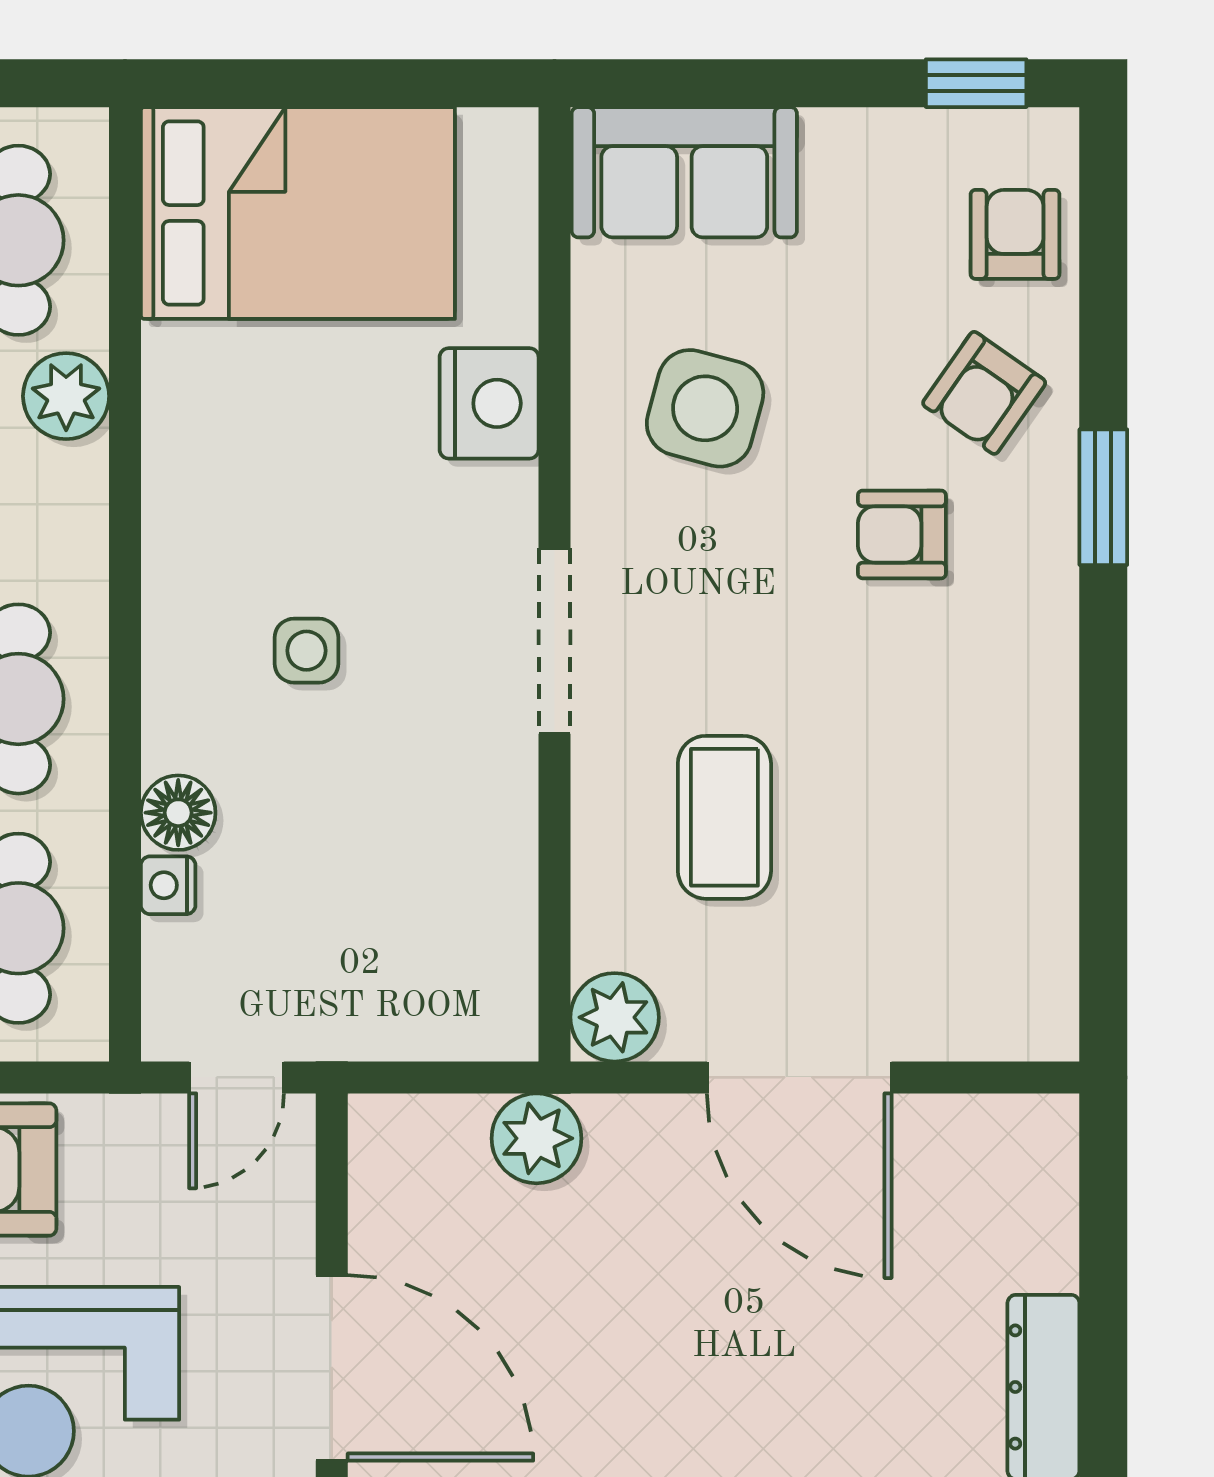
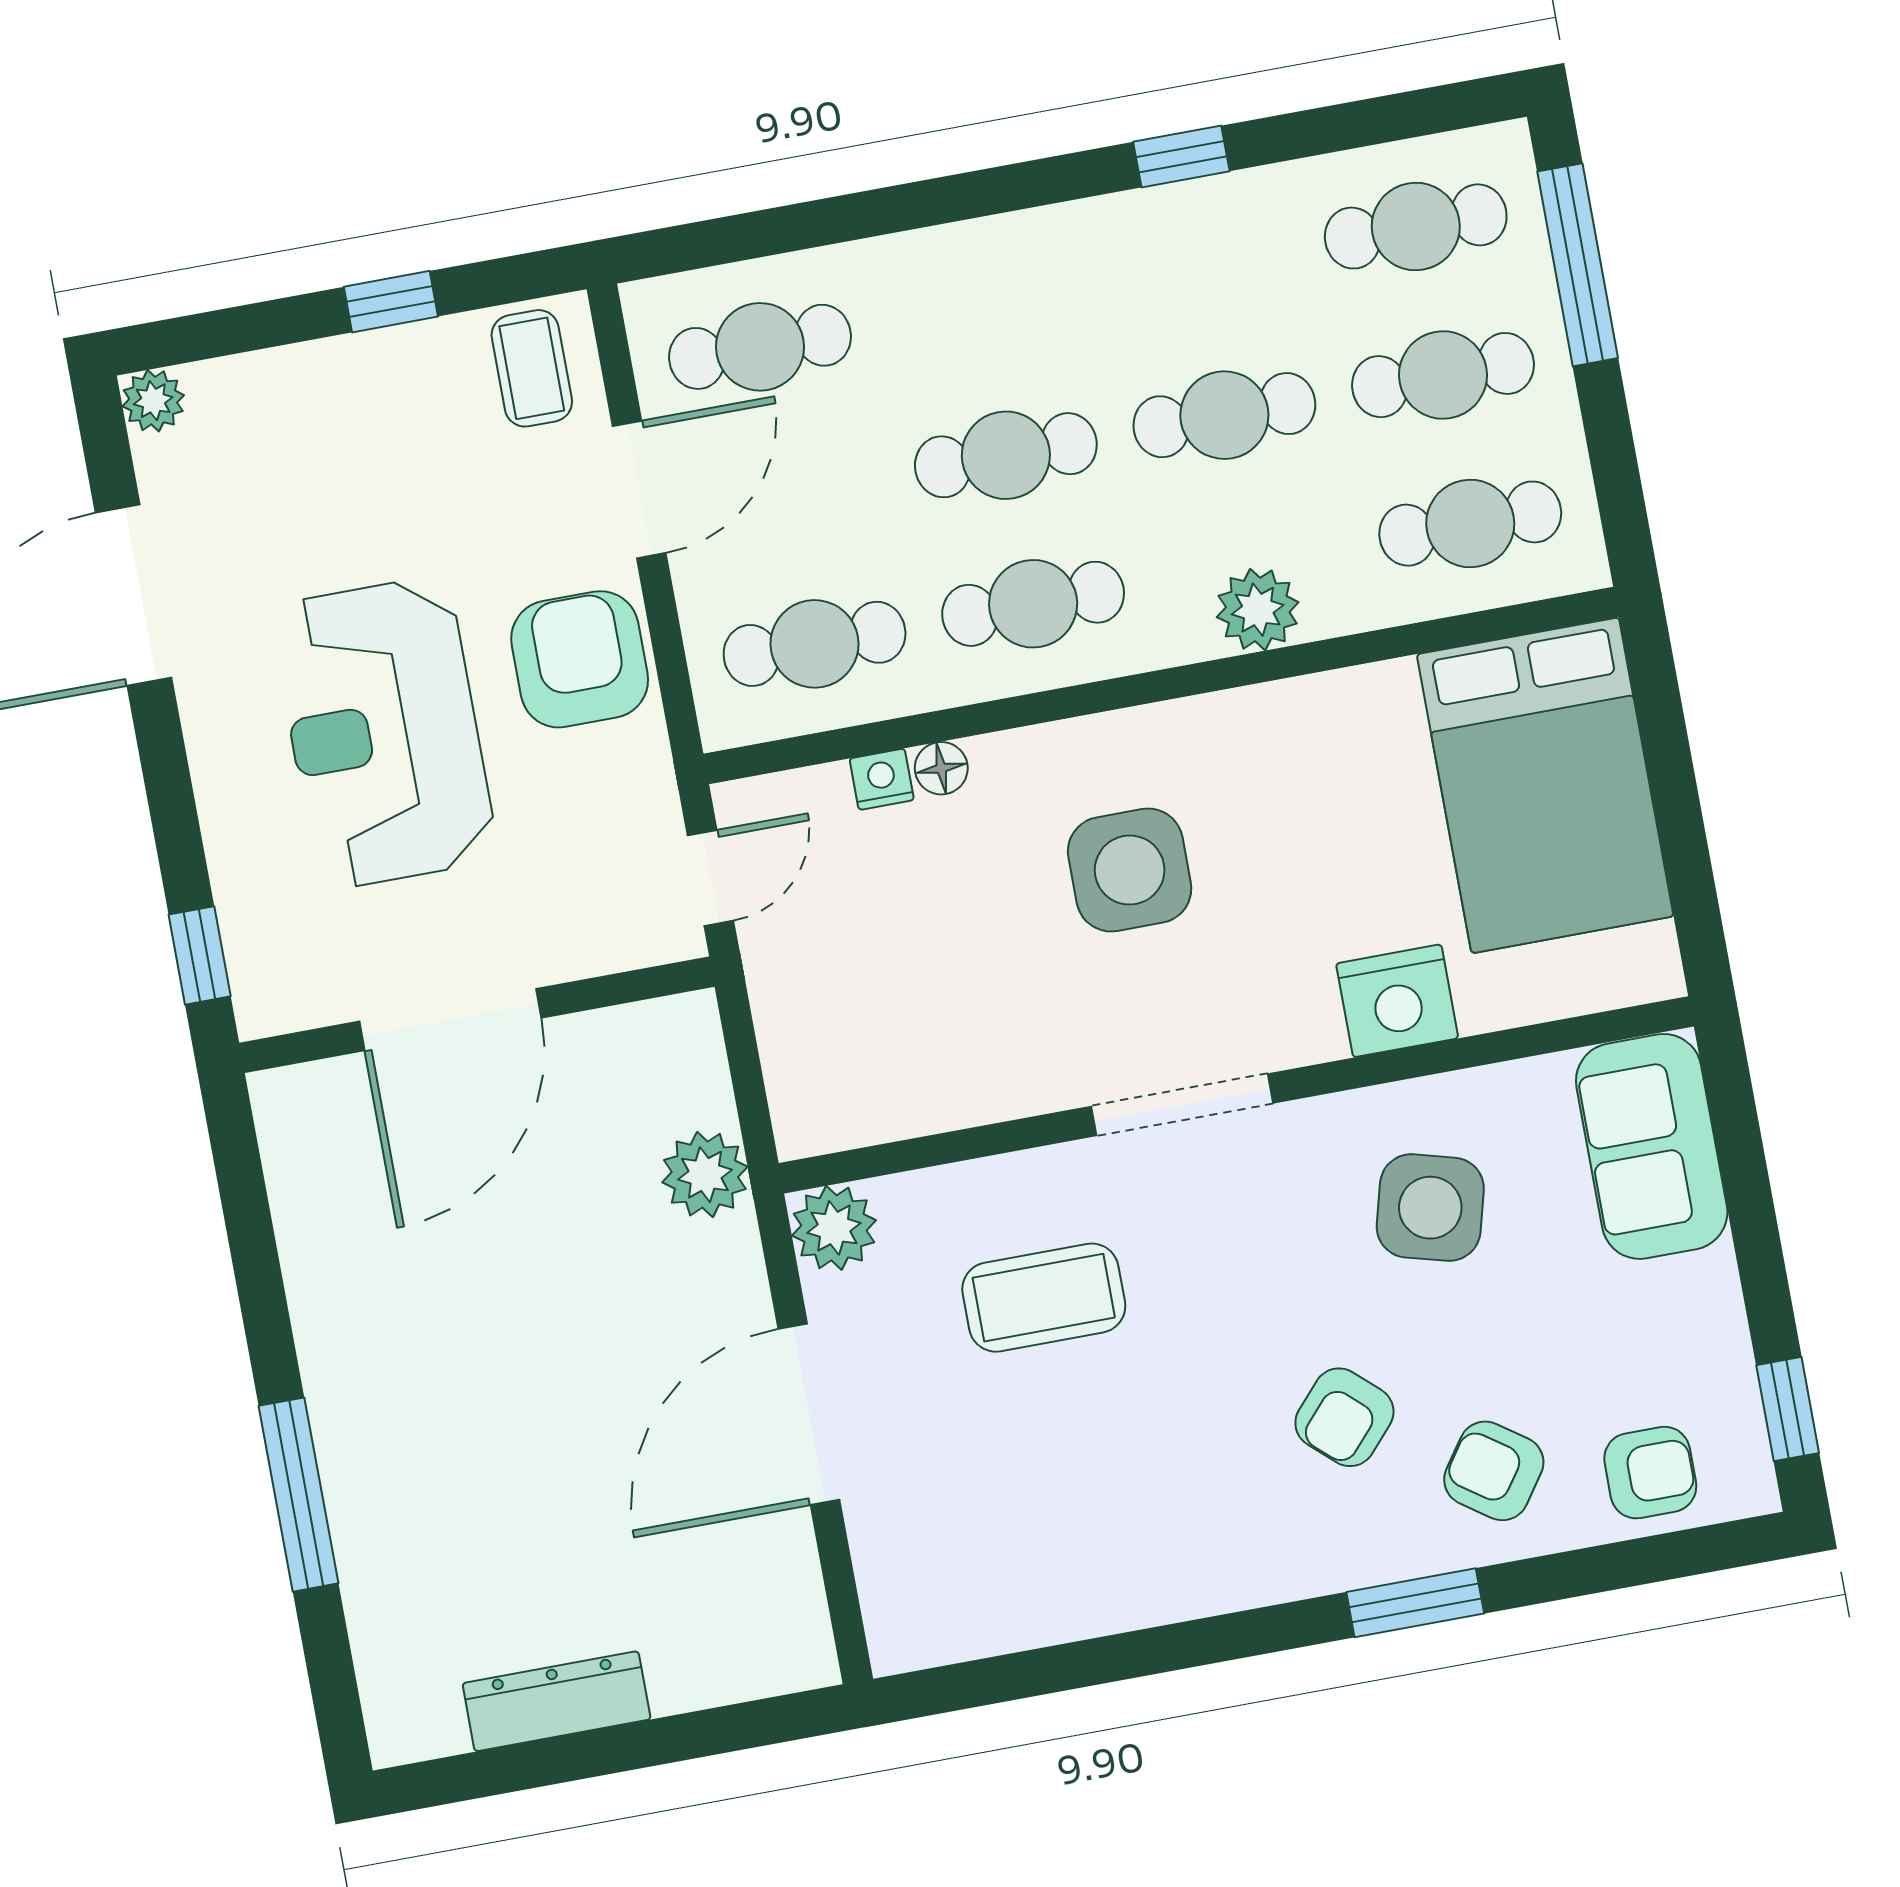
plant: (66, 396) -> (1258, 610), moved
armchair: (902, 534) -> (1344, 1417), turned -138
side table: (306, 651) -> (1130, 870), width x1.87, depth x1.87
floor lamp: (178, 813) -> (941, 768), width x0.73, depth x0.73
door: (237, 1077) -> (710, 878), swing flipped

